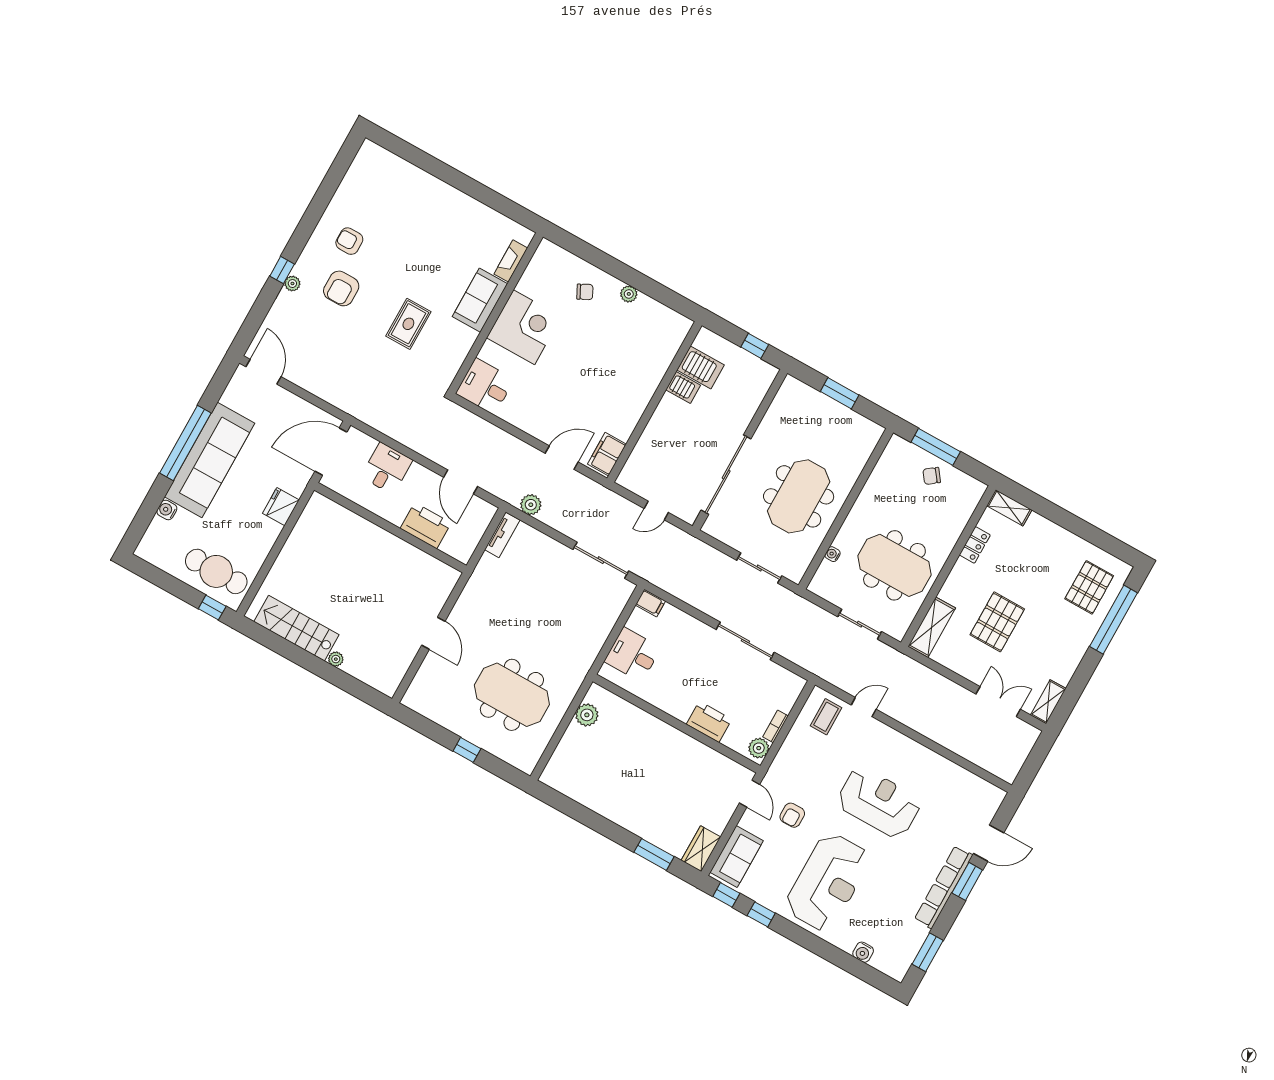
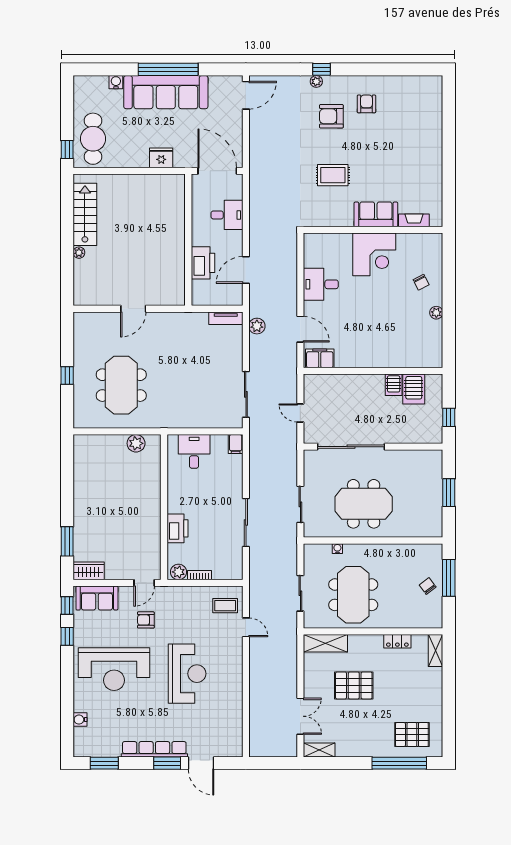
desk: (485, 386) -> (321, 284), moved, turned -90

